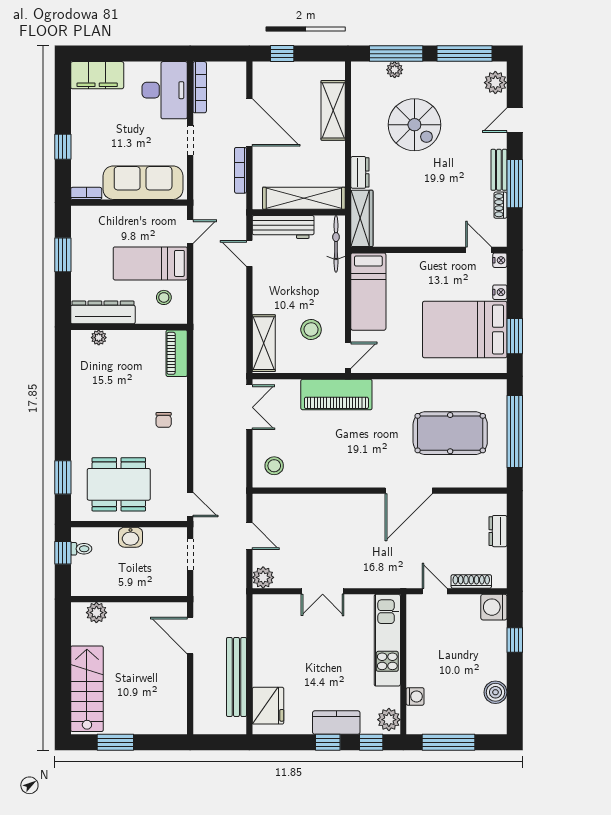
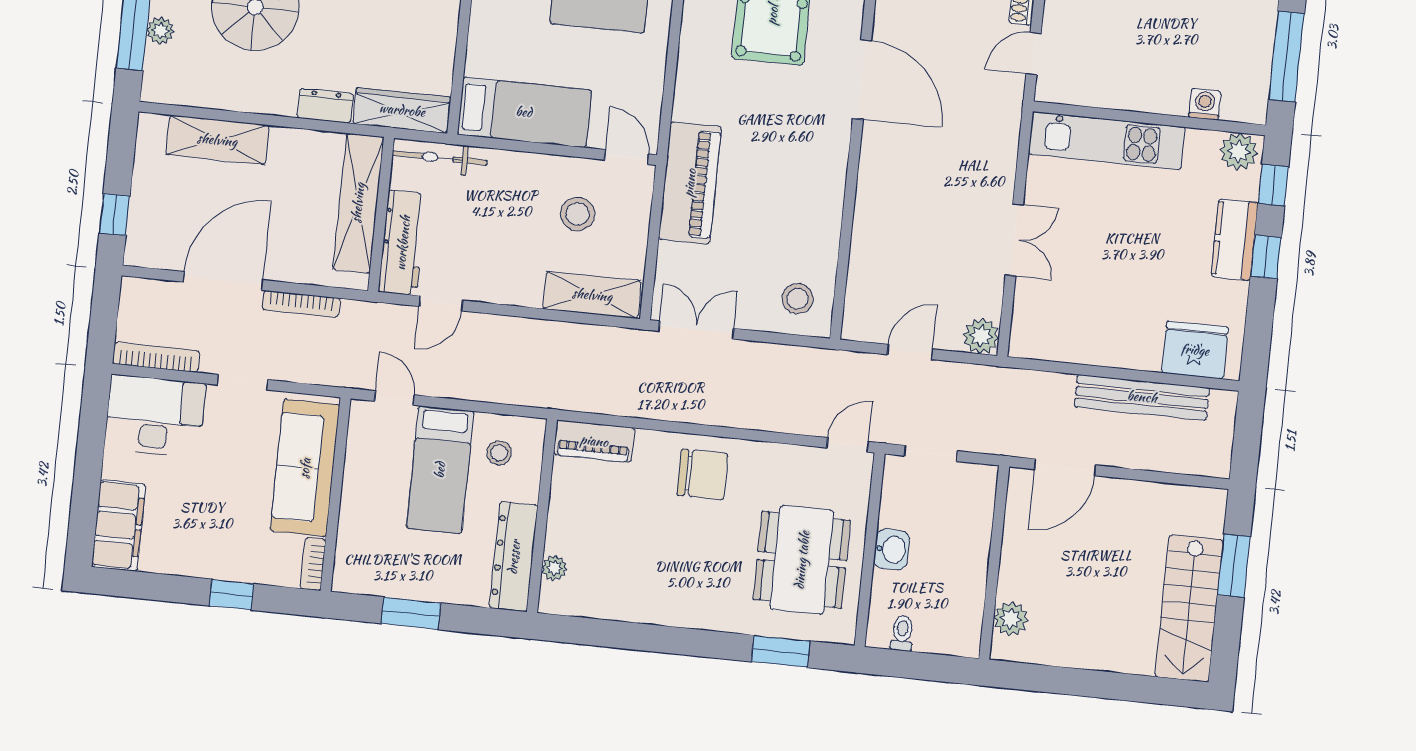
chair: (164, 420) -> (703, 474), width x1.87, depth x1.87
window: (63, 553) -> (906, 664), removed
stairs: (87, 689) -> (1189, 608), moved, turned -90
window: (115, 742) -> (1234, 566), moved

